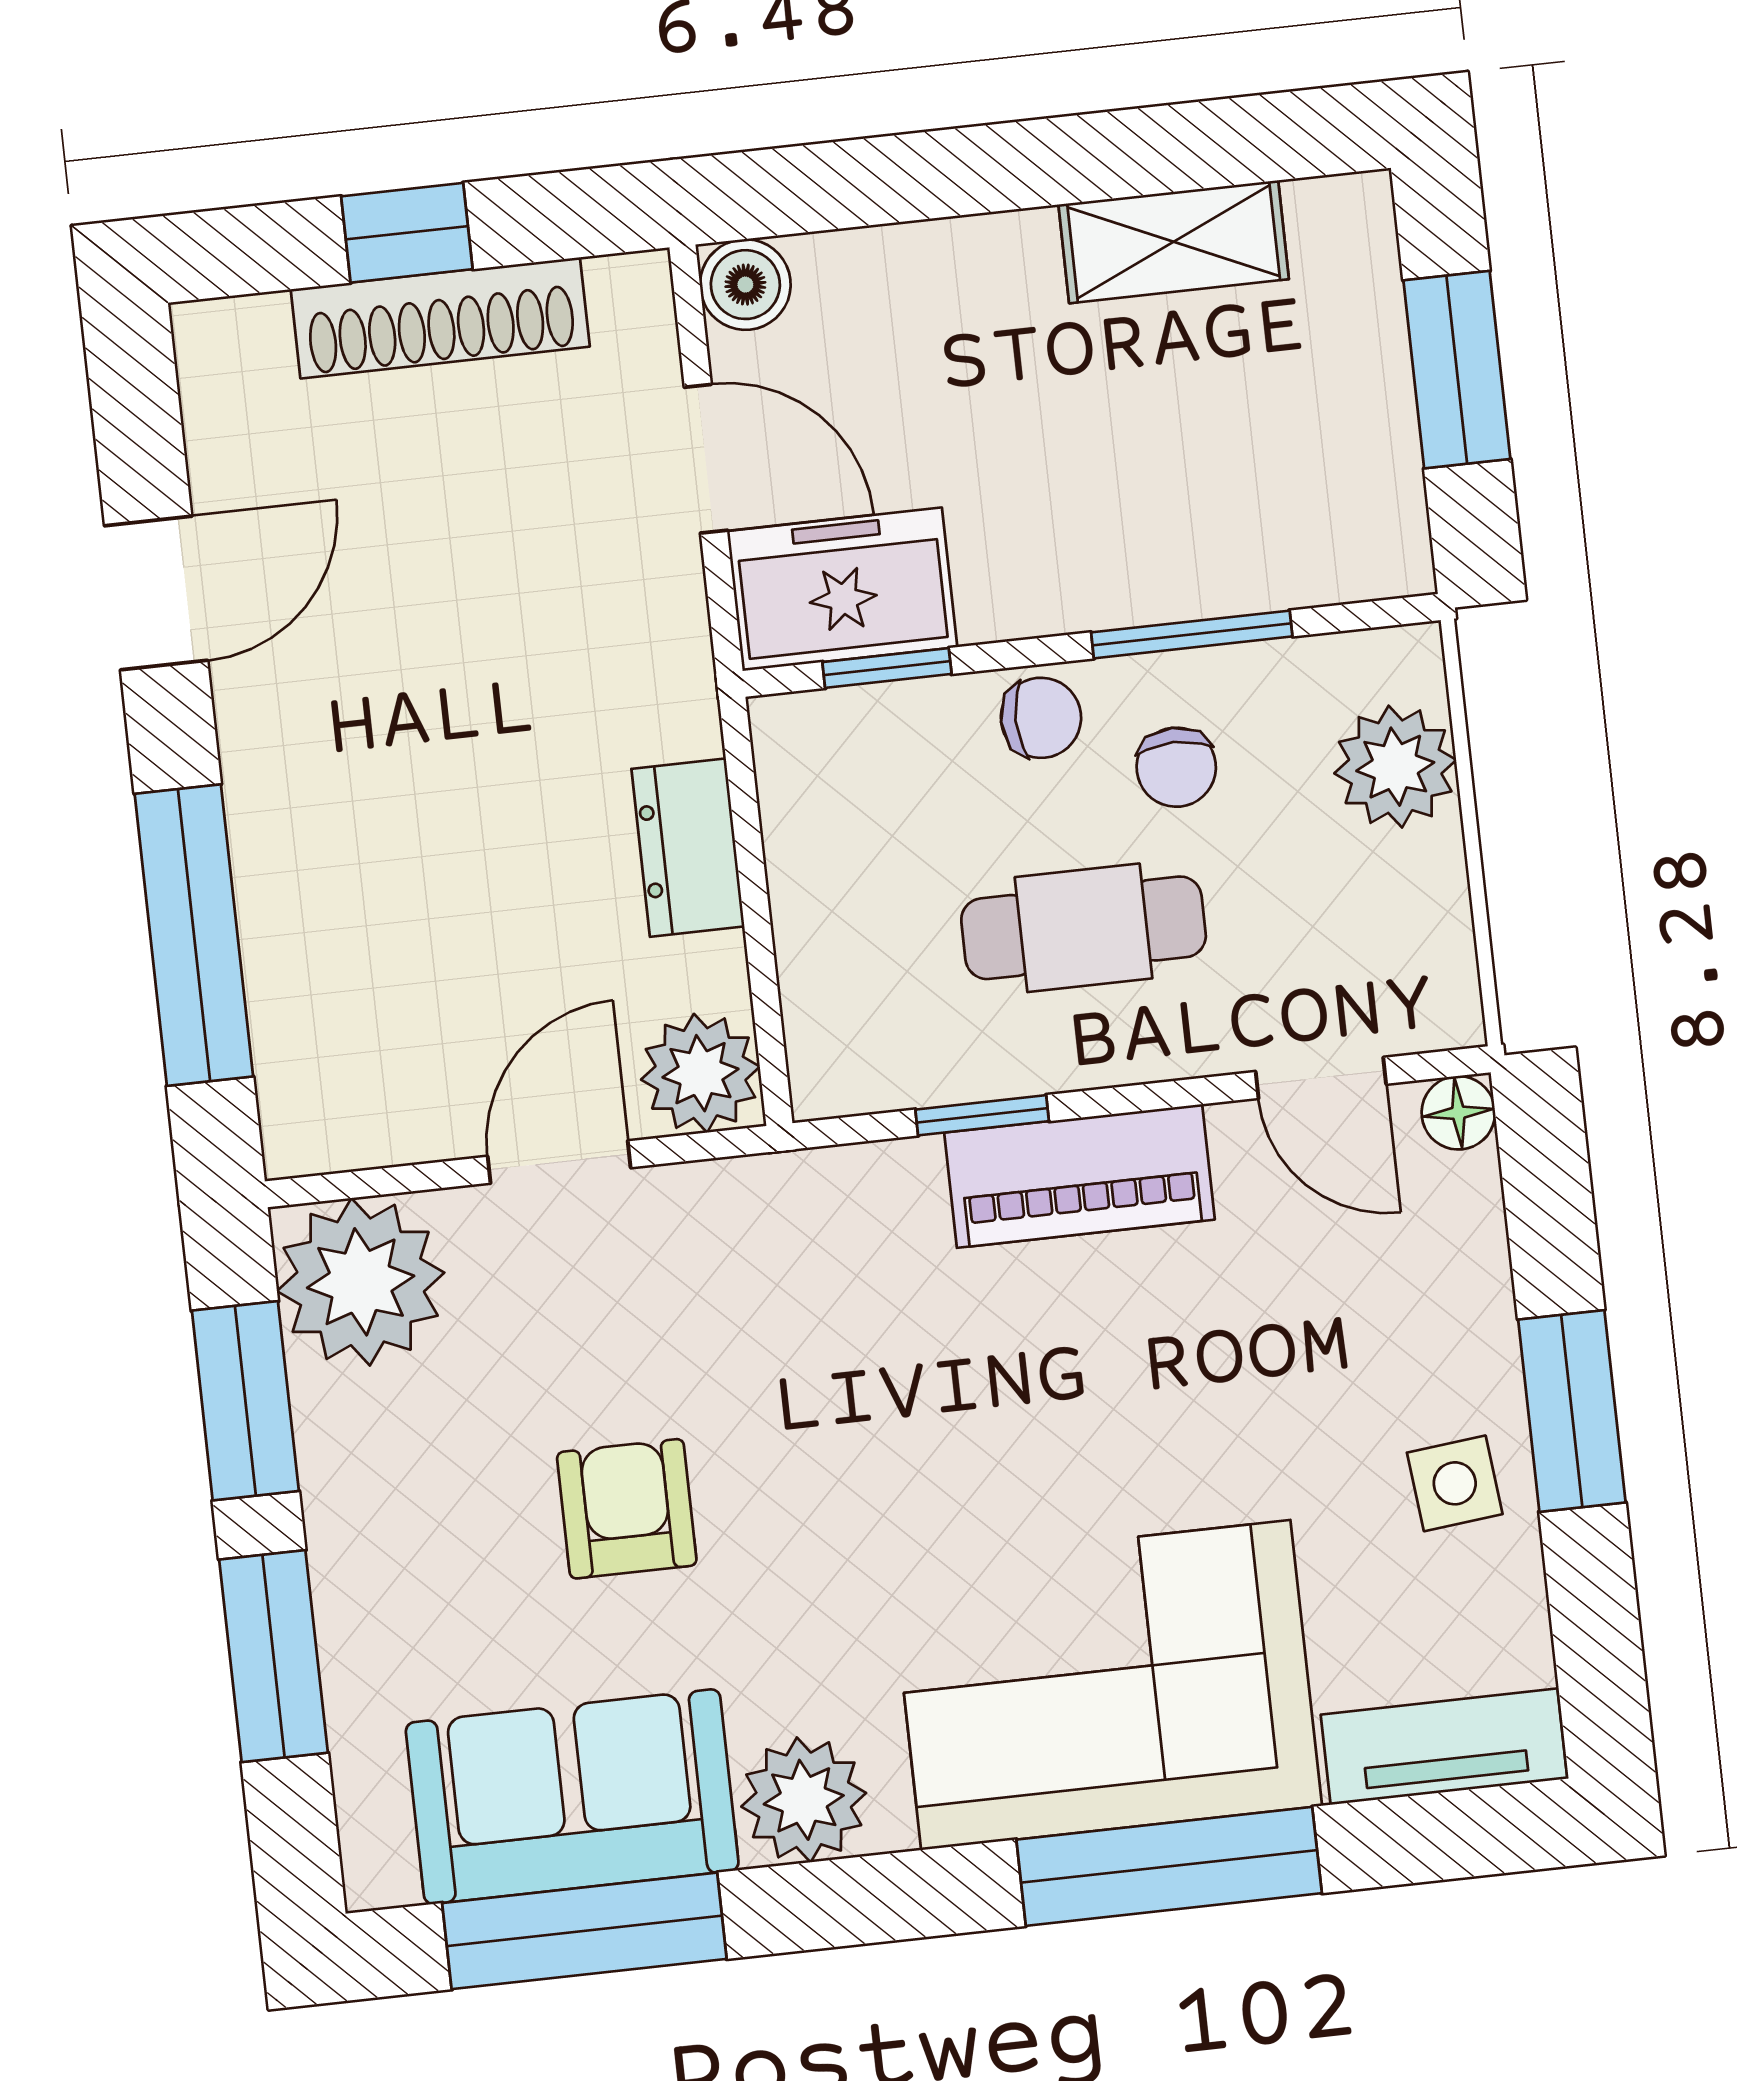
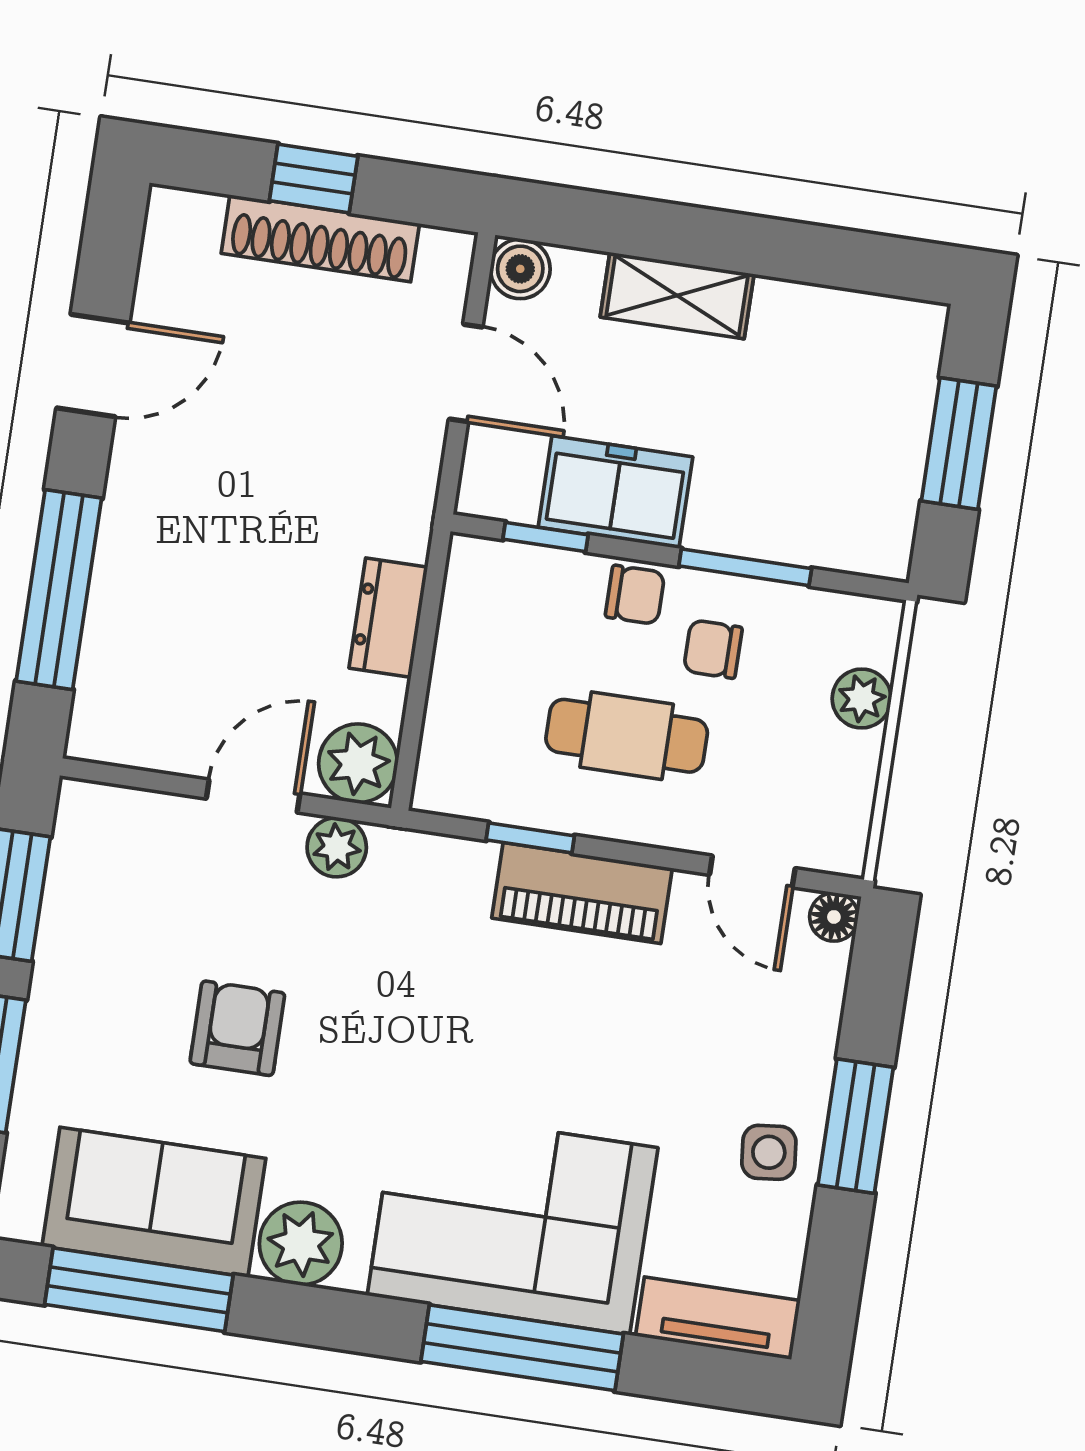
shelving: (1174, 242) -> (677, 296), moved
freezer: (842, 589) -> (615, 492), moved
chair: (1176, 767) -> (713, 649), turned 90
plant: (1395, 767) -> (862, 698), width x0.73, depth x0.73
plant: (361, 1282) -> (337, 847), moved, width x0.53, depth x0.53

